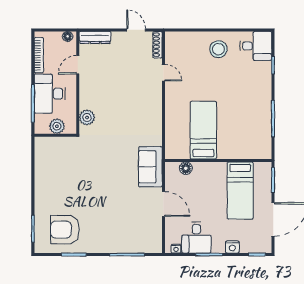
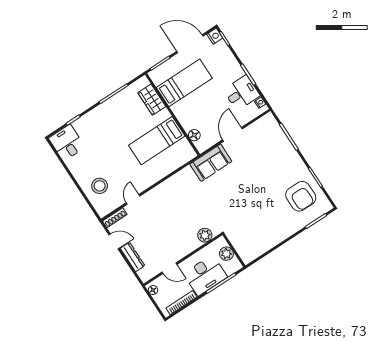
door: (136, 30) -> (114, 241), swing flipped
dresser: (95, 37) -> (133, 257), moved
stool: (218, 49) -> (100, 186), moved
wardrobe: (244, 150) -> (152, 100), added
nightstand: (232, 247) -> (215, 36), moved

